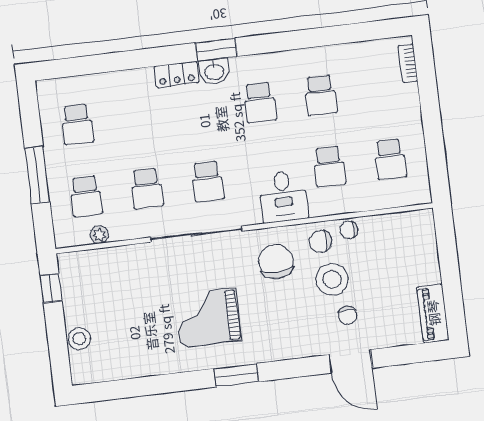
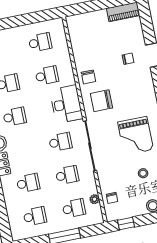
school desk: (138, 117) -> (28, 183), added
desk: (283, 196) -> (66, 104), width x1.37
chair: (349, 230) -> (112, 198), moved
stool: (332, 279) -> (143, 173), moved, width x0.53, depth x0.53

